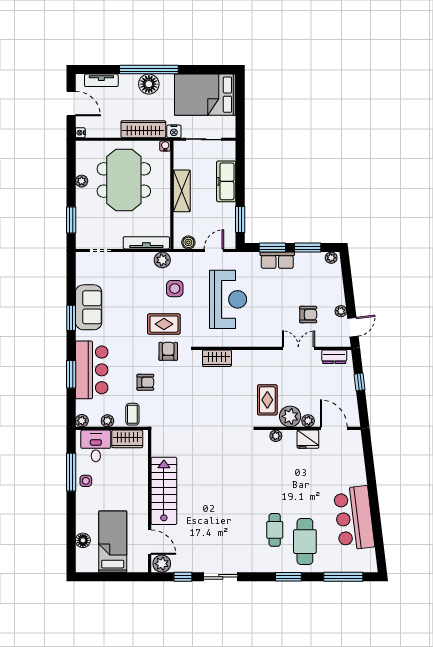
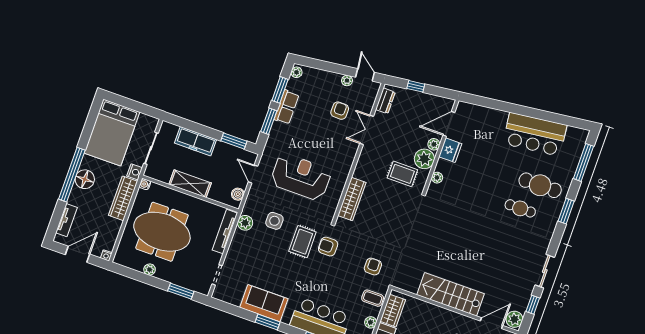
row of seats: (277, 260) -> (287, 107), moved
wardrobe: (217, 358) -> (352, 199), width x1.50
armchair: (145, 382) -> (373, 267), moved

